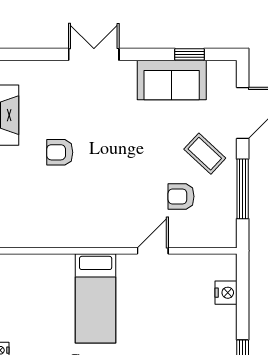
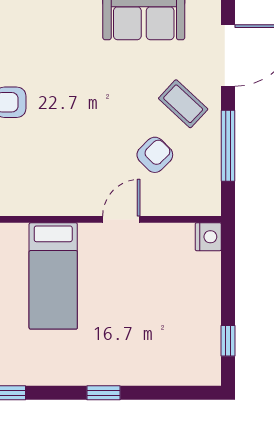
armchair: (181, 196) -> (155, 155), turned 135
nightstand: (226, 293) -> (208, 237), moved

